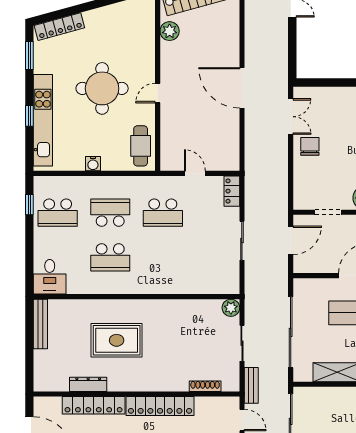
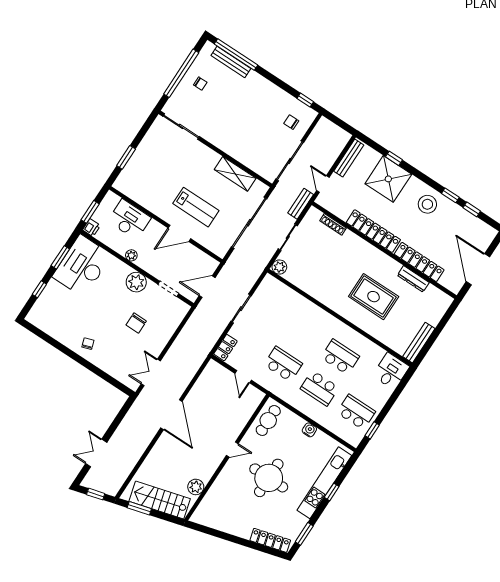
chair: (310, 146) -> (136, 323), moved

